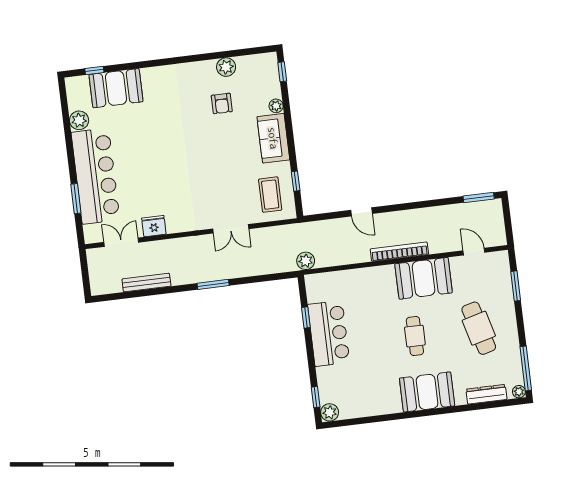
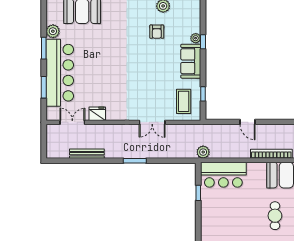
window: (282, 72) -> (203, 42), moved
window: (69, 145) -> (44, 48), added
bar counter: (329, 333) -> (223, 175), moved, turned 90

